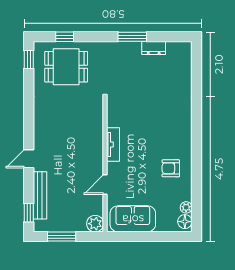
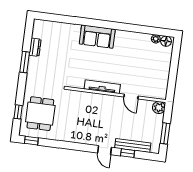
tv unit: (113, 145) -> (102, 87), width x1.41
armchair: (171, 168) -> (125, 46), removed
window: (29, 213) -> (128, 153), moved
sofa: (133, 219) -> (97, 37), moved, turned -90

